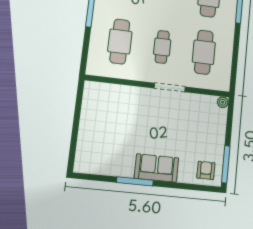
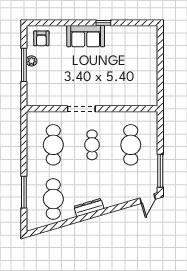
plant: (223, 102) -> (32, 61), moved
window: (226, 164) -> (24, 65), moved
window: (135, 181) -> (103, 23), width x0.46

